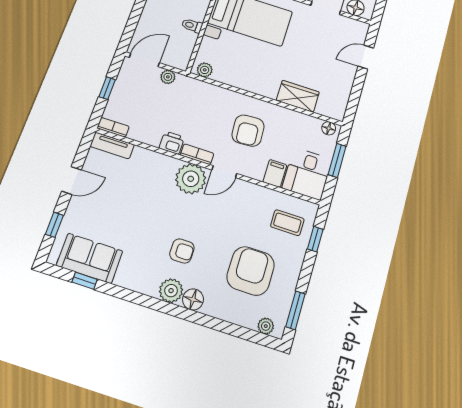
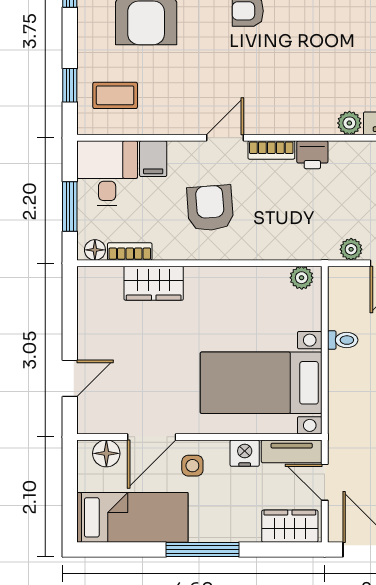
bookcase: (307, 120) -> (130, 251), added
plant: (191, 179) -> (349, 123), moved, width x0.53, depth x0.53

